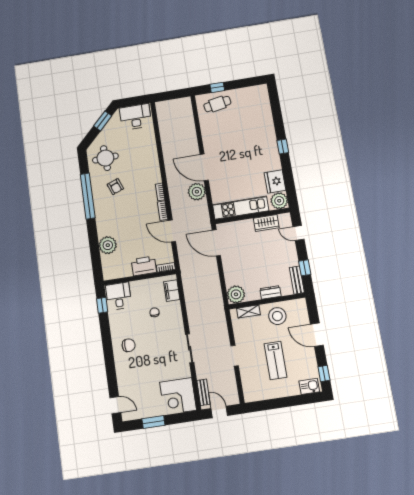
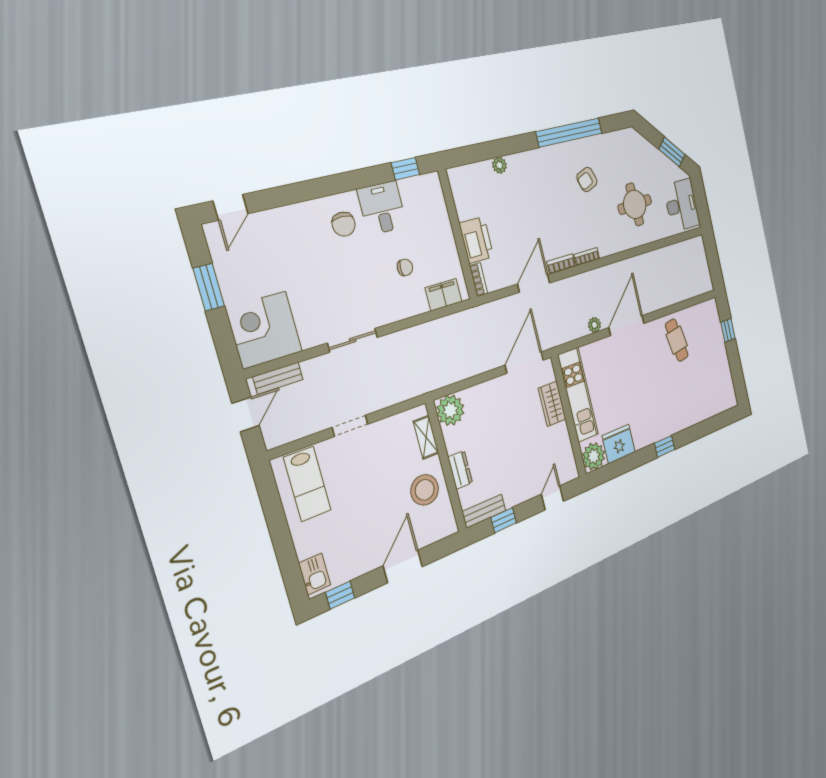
cafe table: (217, 104) -> (677, 340), moved
round table: (105, 158) -> (635, 204), moved
plant: (197, 192) -> (594, 325), width x0.53, depth x0.53
wardrobe: (266, 223) -> (552, 404), moved
plant: (108, 245) -> (499, 165), width x0.53, depth x0.53
desk: (119, 296) -> (382, 208), moved, turned -90
lab bench: (276, 360) -> (307, 484), moved, turned -90

